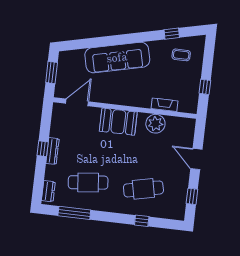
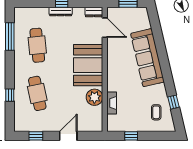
booth: (118, 122) -> (88, 65), width x1.36, depth x1.42
dresser: (48, 191) -> (94, 12), moved

